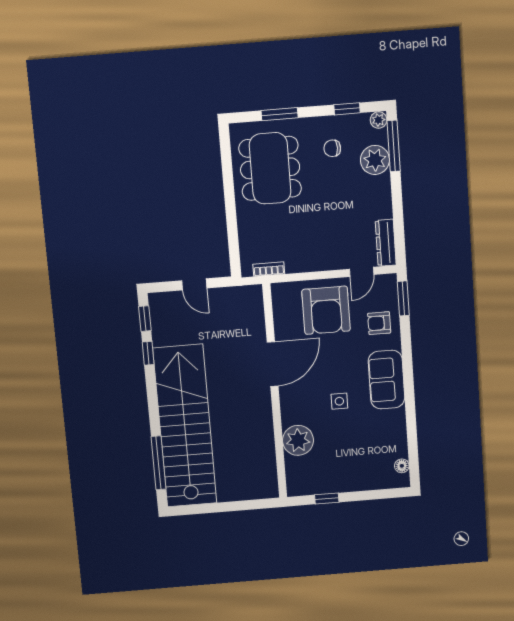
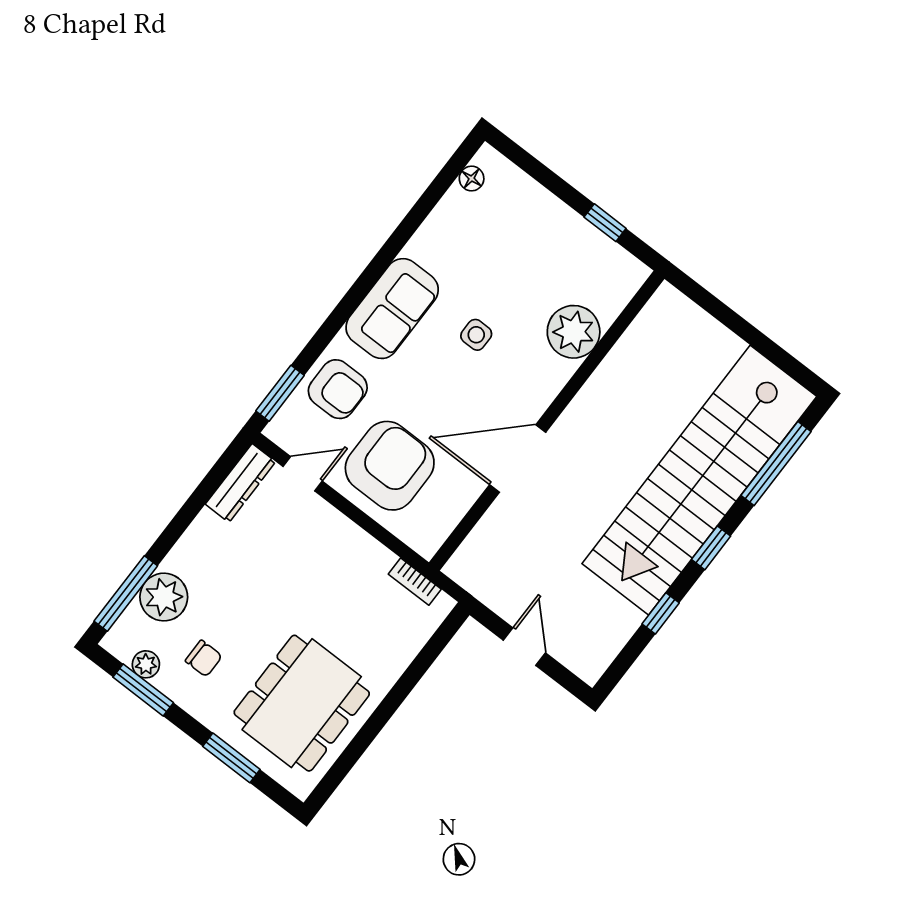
window: (347, 109) -> (143, 690), width x1.50
plant: (379, 120) -> (146, 664), moved
window: (145, 319) -> (711, 548), moved
armchair: (379, 323) -> (338, 389), width x1.38, depth x1.38

